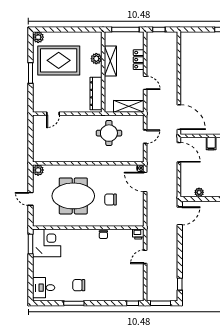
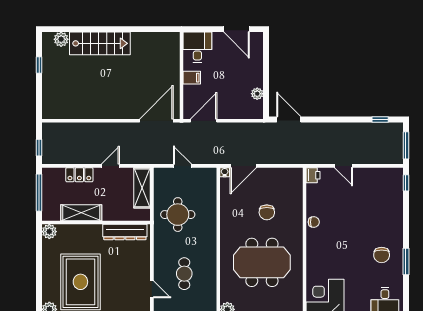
plant: (96, 59) -> (49, 232), moved
cafe table: (65, 138) -> (184, 274), added
meeting table: (73, 196) -> (262, 262), turned 90

